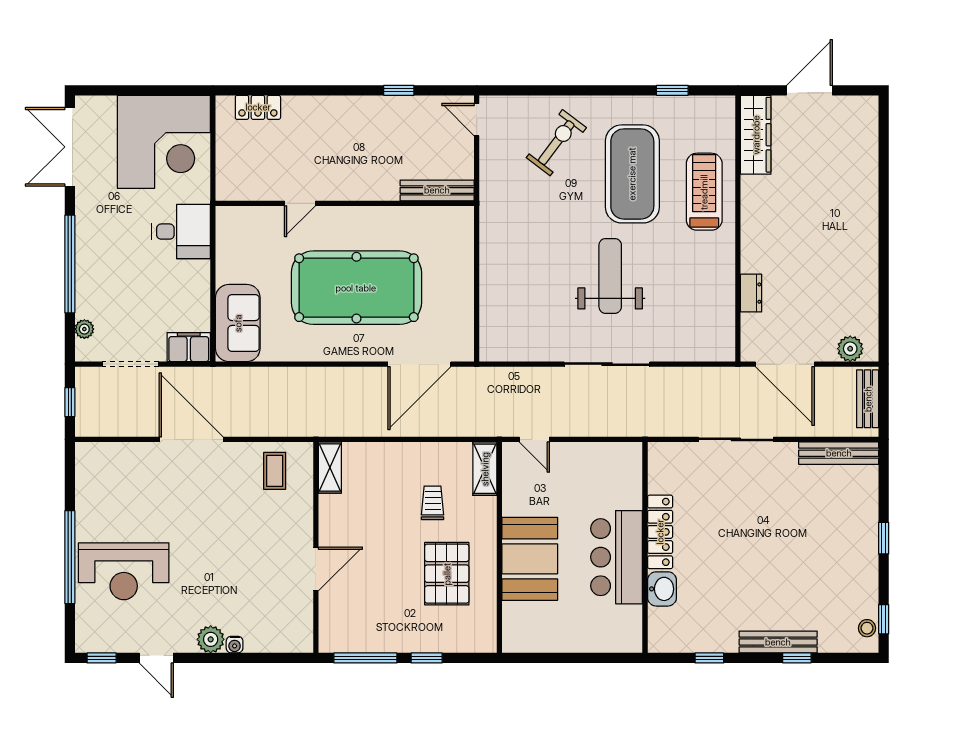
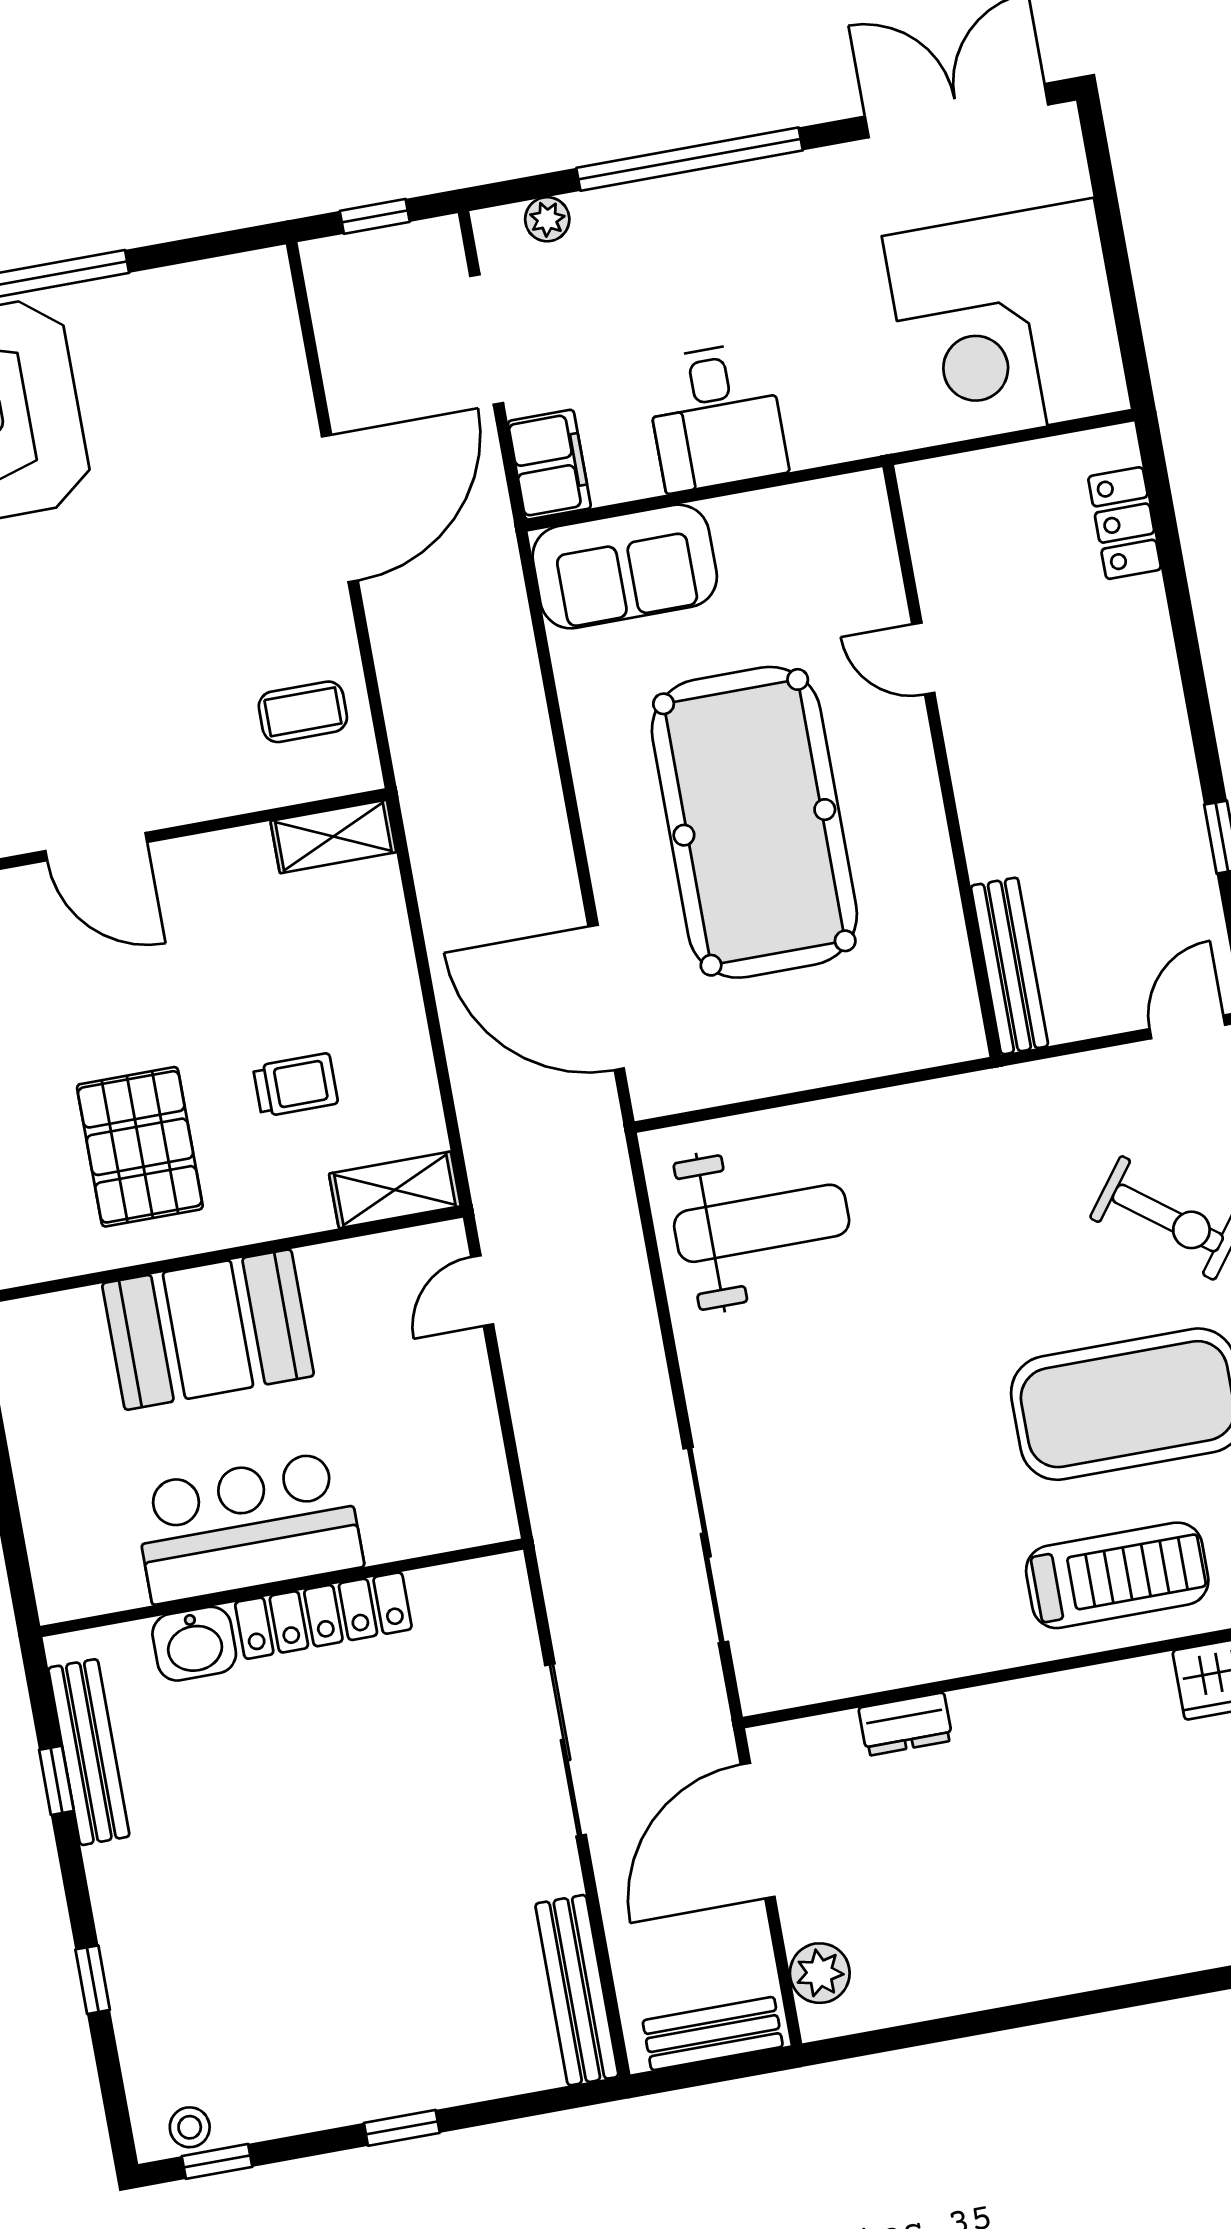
desk: (181, 232) -> (716, 417), moved
weight bench: (610, 276) -> (762, 1223), moved
sliding door: (607, 364) -> (706, 1545), moved
pallet: (447, 574) -> (140, 1147), turned 90
bench: (778, 642) -> (89, 1752), moved

